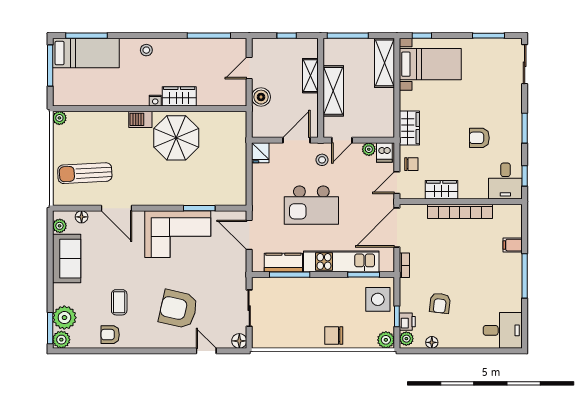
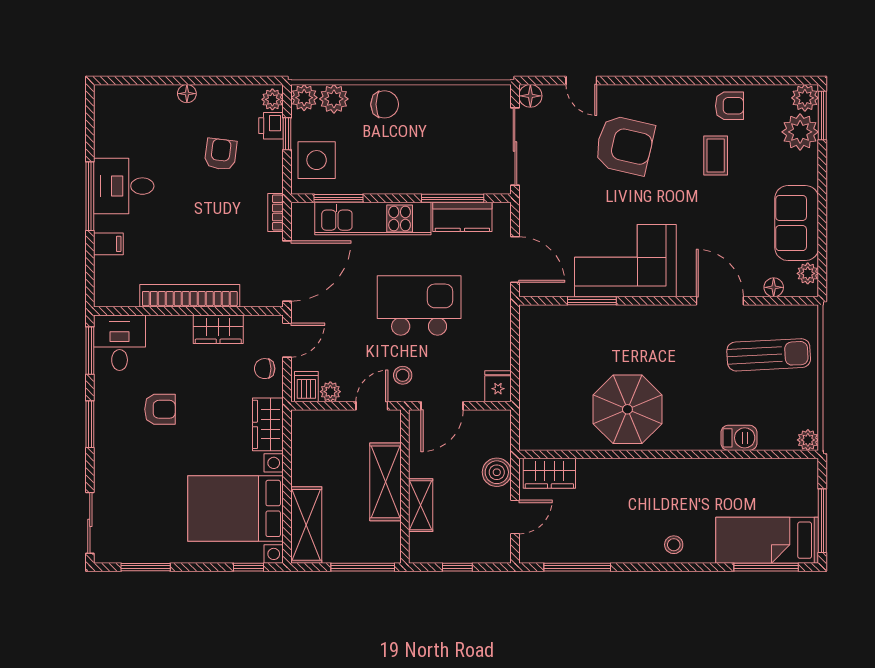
bed with nightstands: (430, 64) -> (236, 508), width x1.36
wardrobe: (179, 96) -> (549, 473), moved
nightstand: (155, 101) -> (660, 467), removed
barbecue: (140, 119) -> (739, 438), moved
window: (525, 176) -> (90, 351), width x1.50
sliding door: (249, 308) -> (515, 146), width x1.37
desk: (503, 330) -> (124, 186), moved
plant: (367, 339) -> (334, 99), added
floor lamp: (432, 342) -> (187, 94), moved

